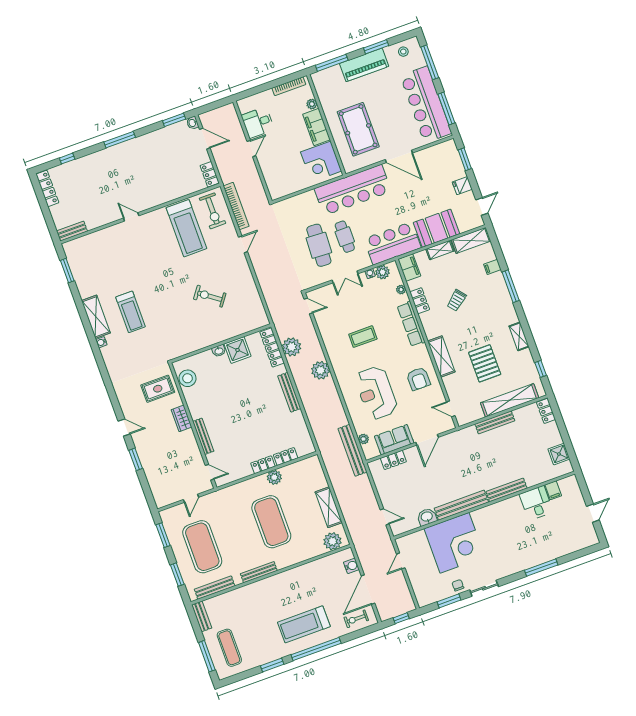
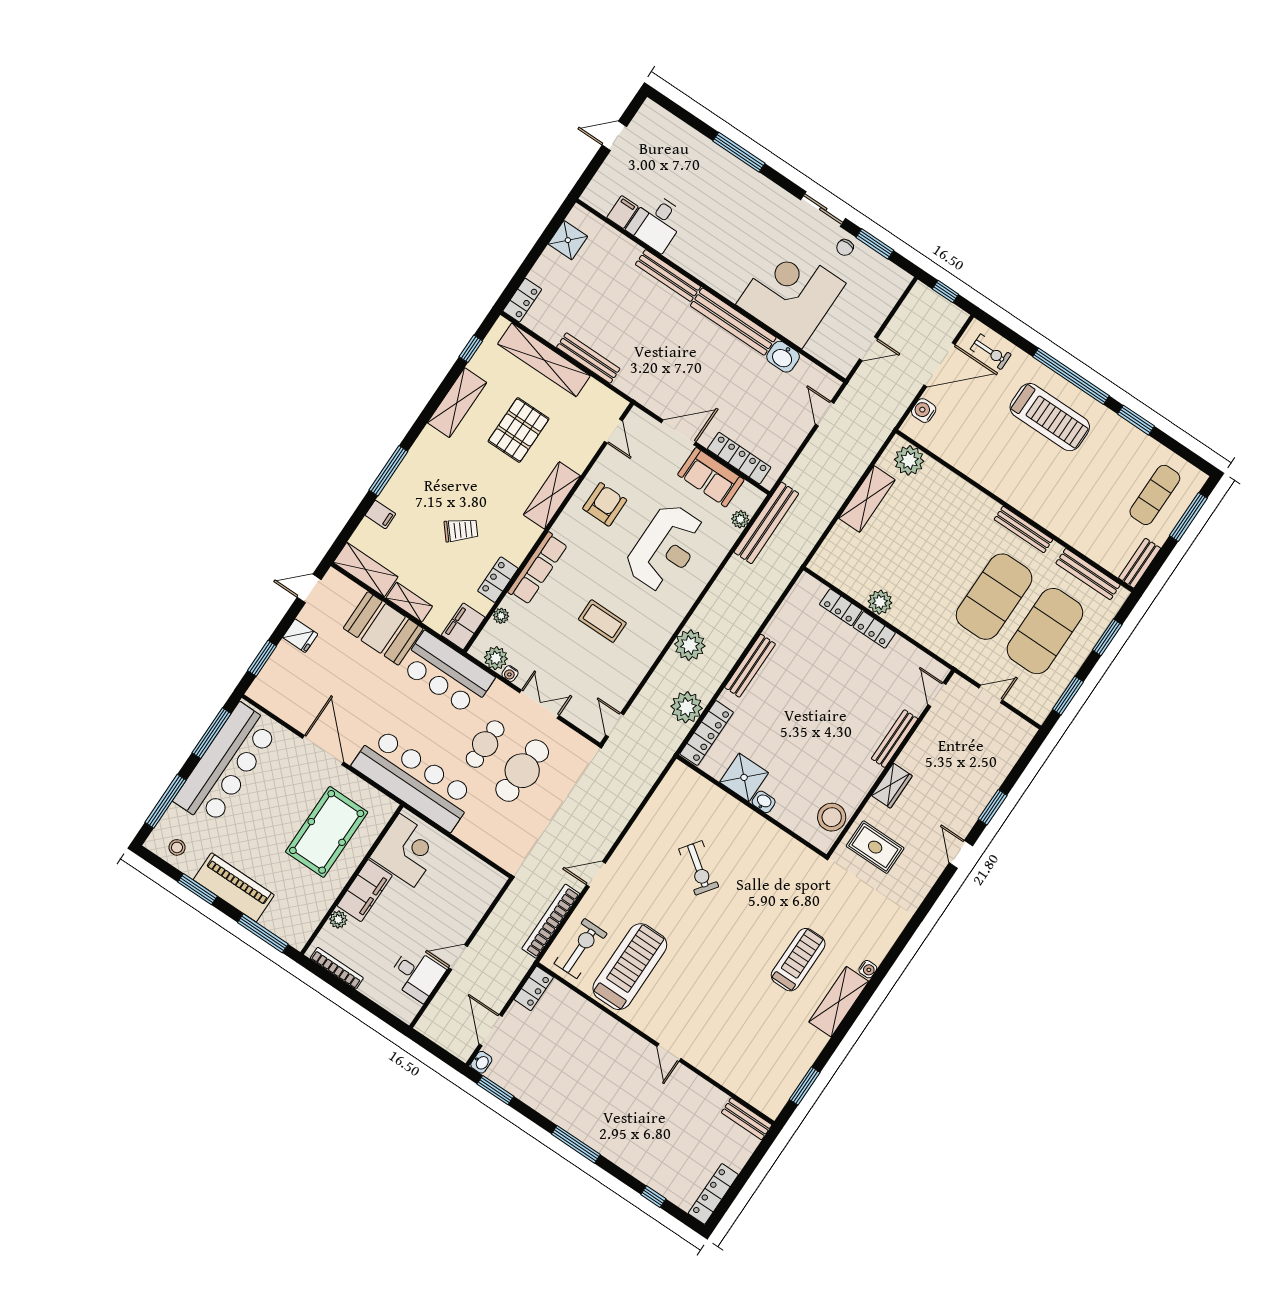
shelving: (519, 336) -> (457, 403), width x1.50, depth x1.33
locker: (393, 460) -> (739, 458), width x1.53
exercise mat: (271, 522) -> (994, 597), moved

